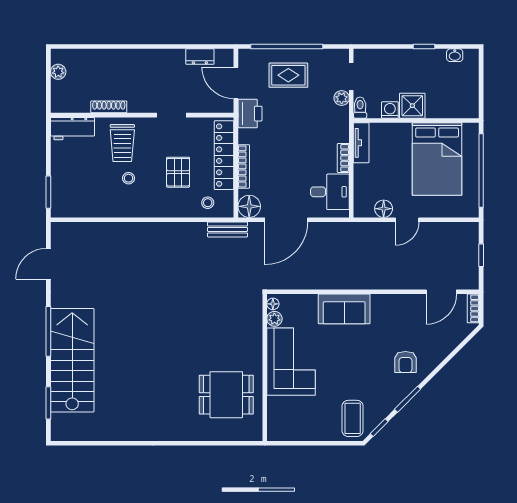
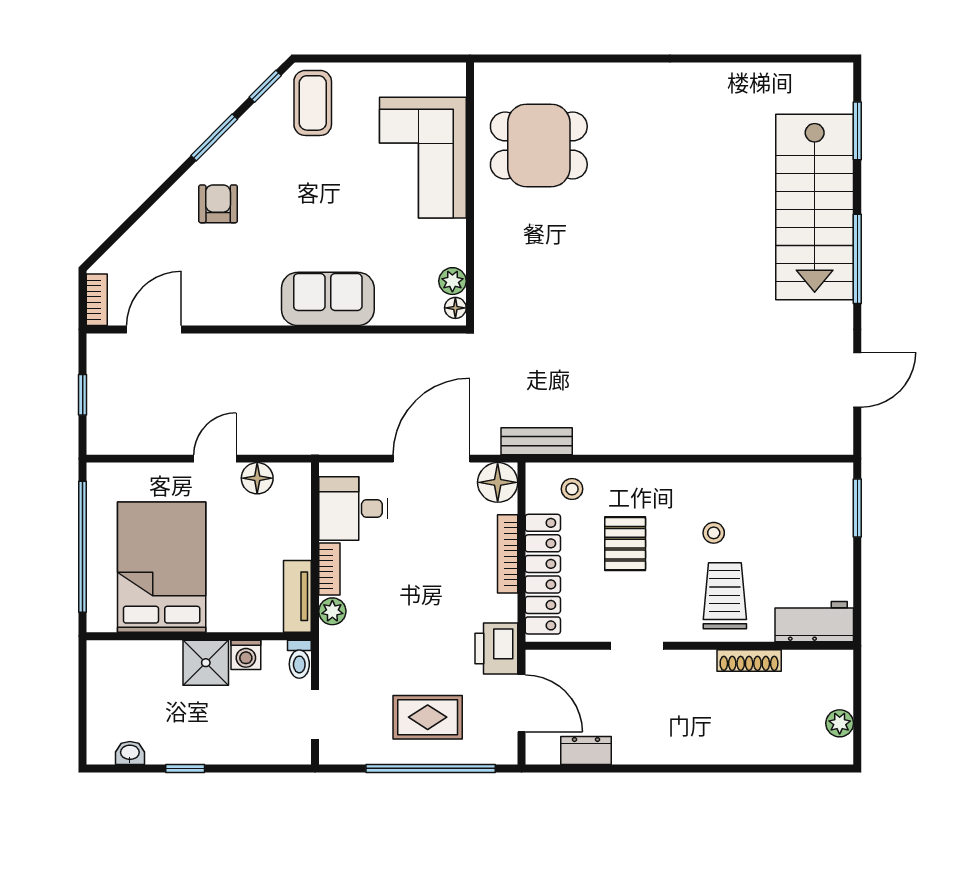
plant: (342, 98) -> (332, 611), moved
corner sofa: (291, 362) -> (423, 158), moved

